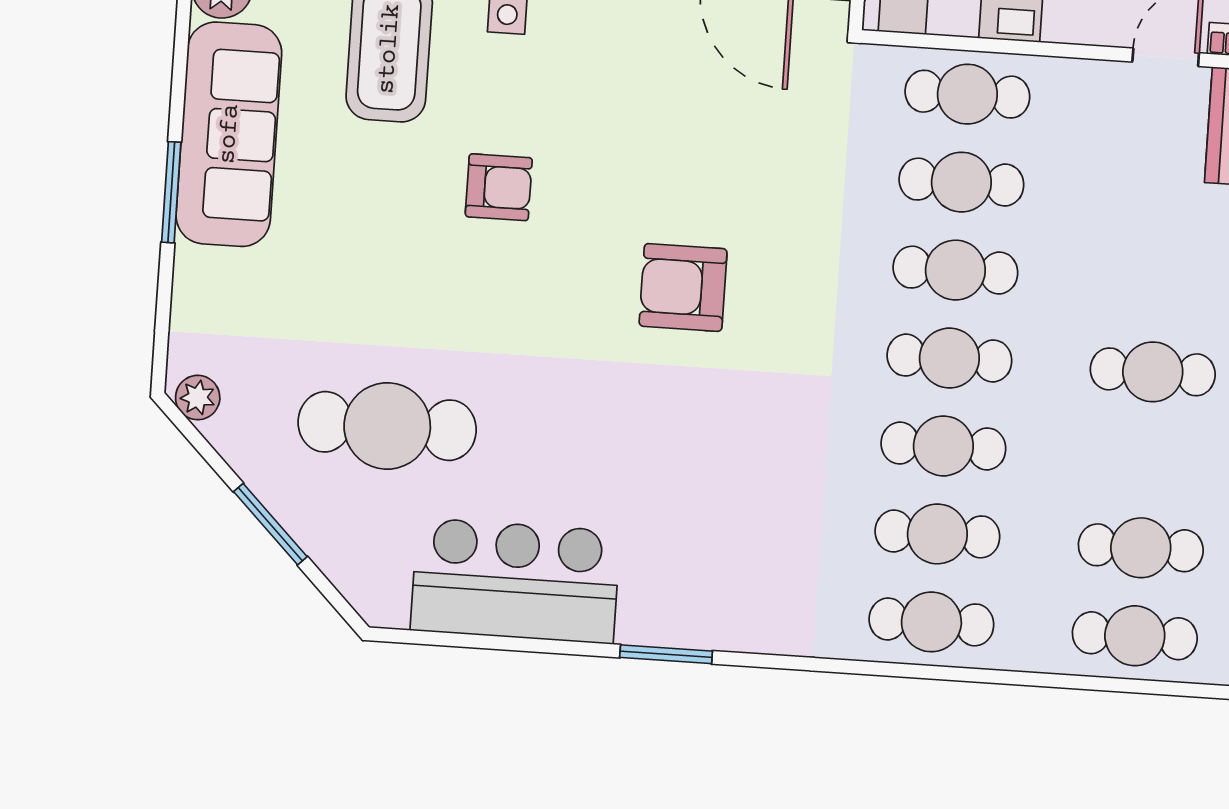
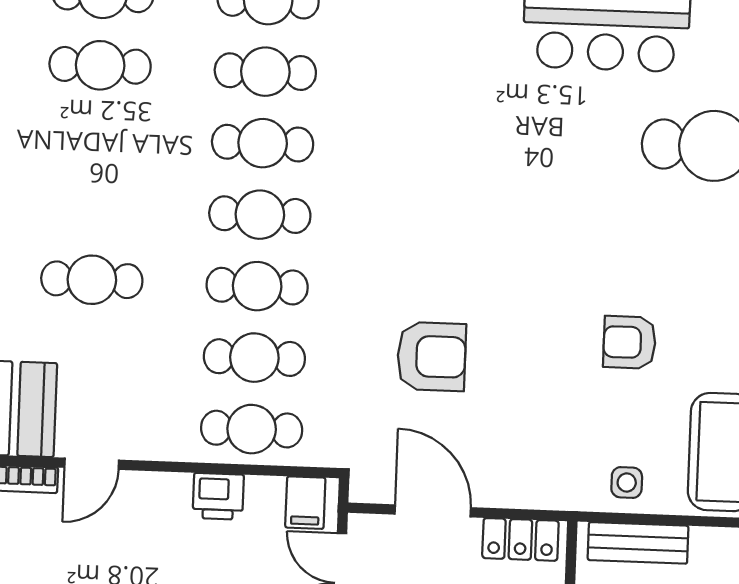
armchair: (683, 287) -> (431, 356), moved
cafe table: (1153, 372) -> (92, 280), moved

